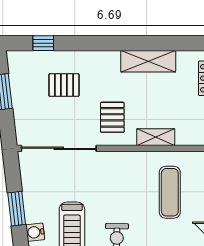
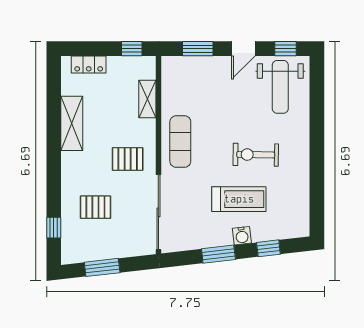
pallet: (64, 85) -> (95, 207), turned 90
shelving: (156, 137) -> (147, 99), moved
exercise mat: (170, 192) -> (180, 142), moved, turned 90

